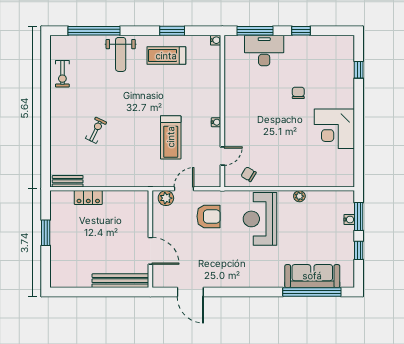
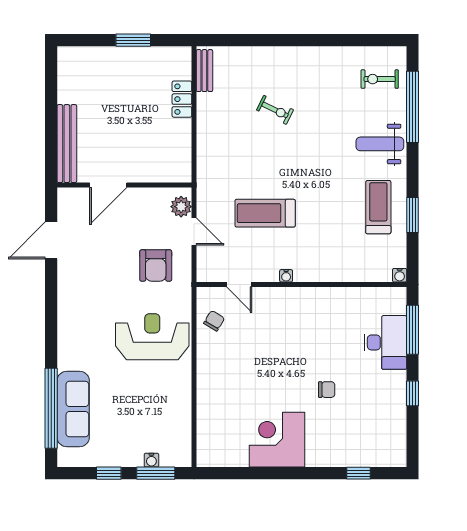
exercise bike: (62, 74) -> (380, 79), moved
plant: (299, 196) -> (184, 391), removed

